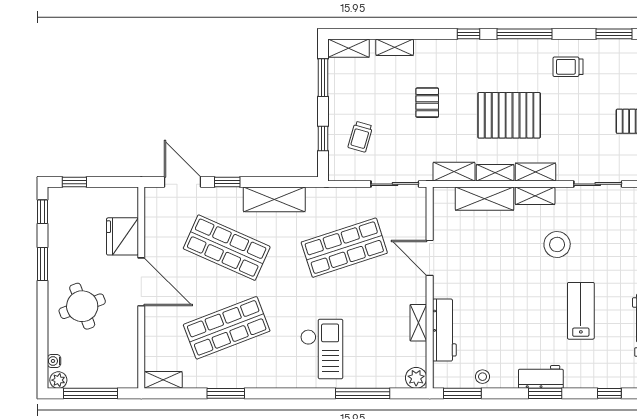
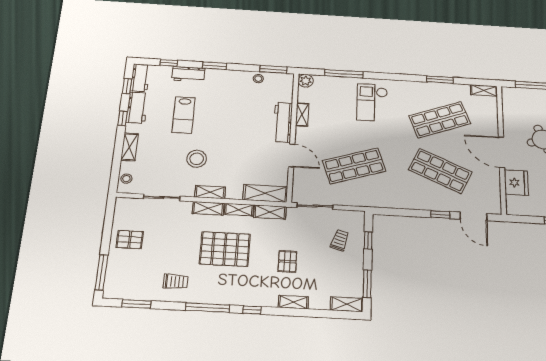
shelving: (395, 47) -> (293, 302), moved
shelving: (274, 199) -> (405, 201), removed
shelving: (485, 199) -> (265, 193), moved
workbench: (444, 330) -> (283, 122), moved
workbench: (541, 377) -> (188, 74), moved

